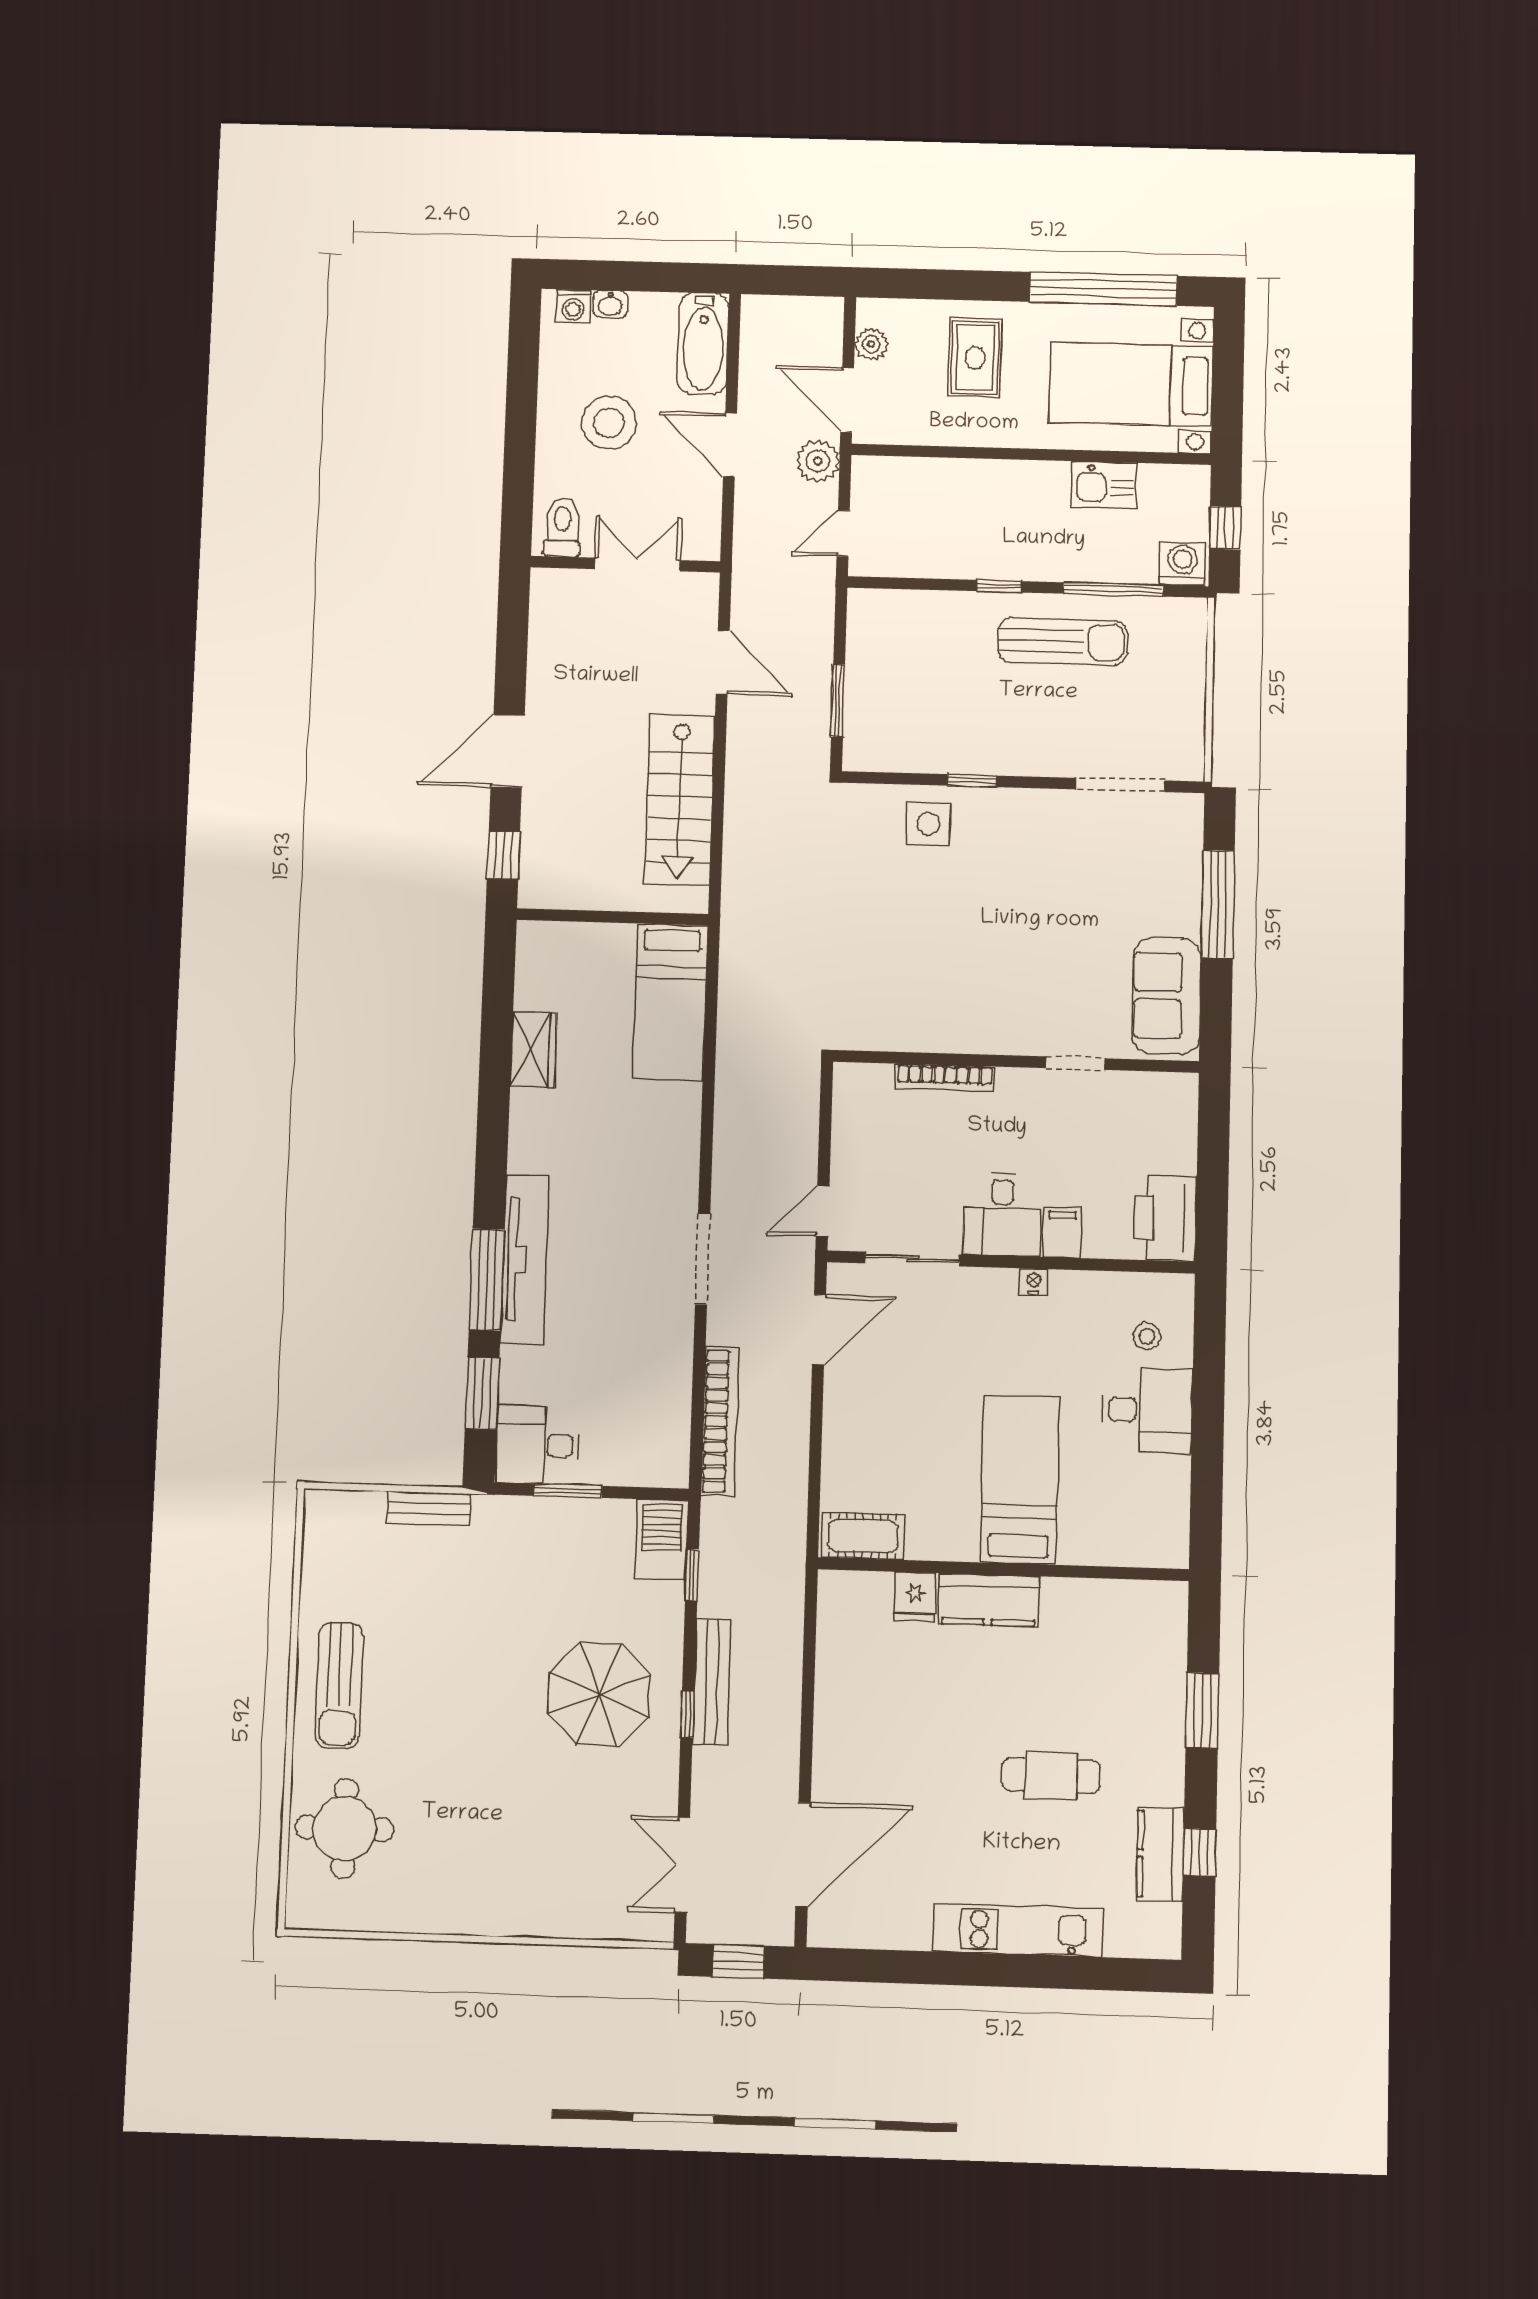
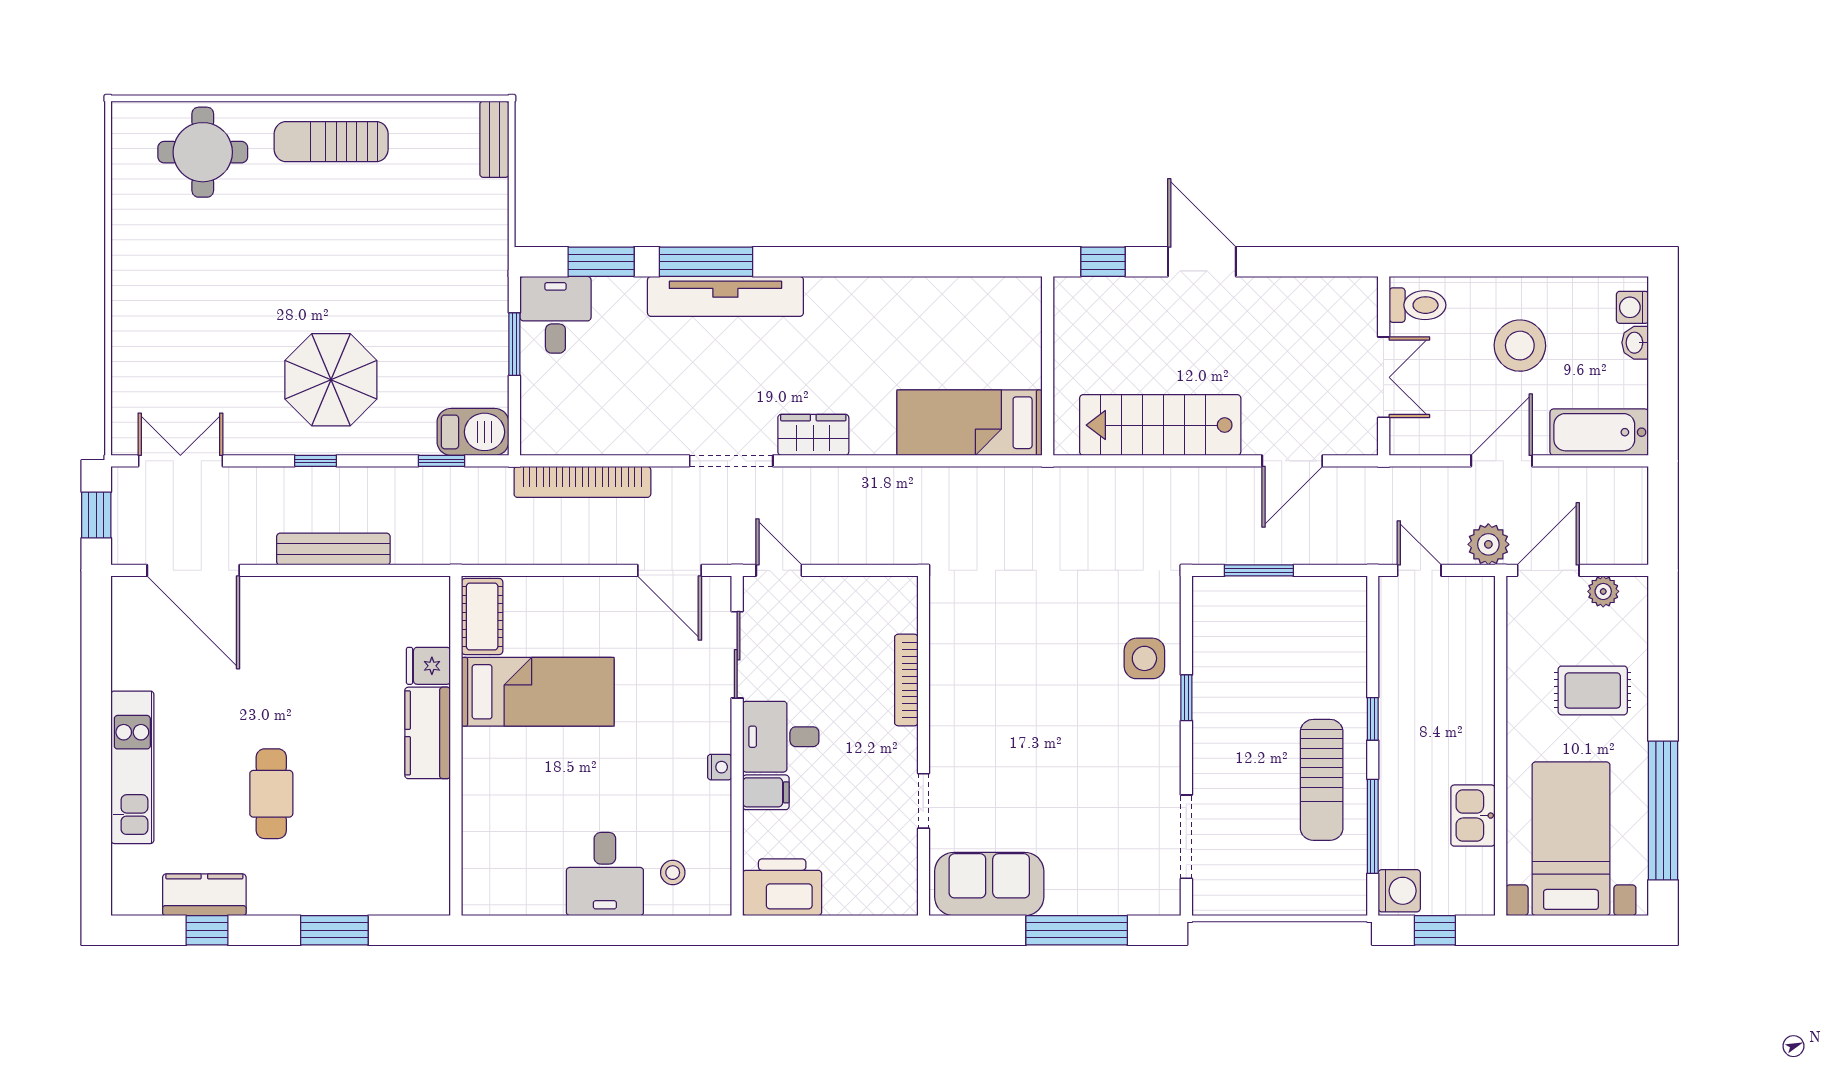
wardrobe: (534, 1049) -> (813, 435), moved, turned 180
bed: (1020, 1480) -> (538, 692), moved
bench: (429, 1508) -> (494, 139), moved
bench: (712, 1682) -> (333, 549), moved

